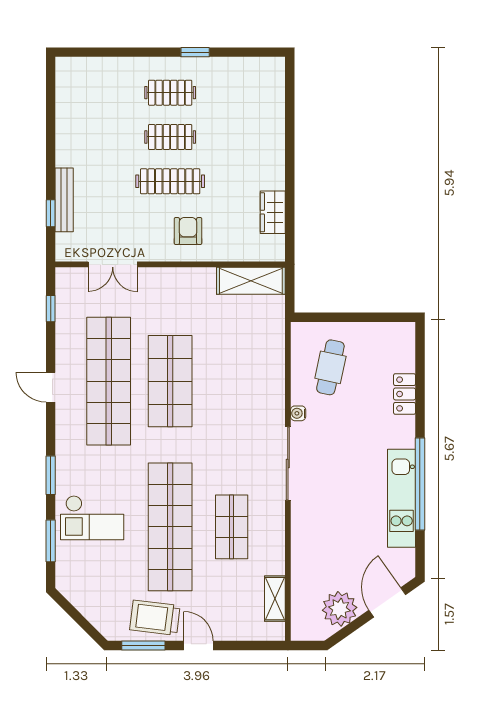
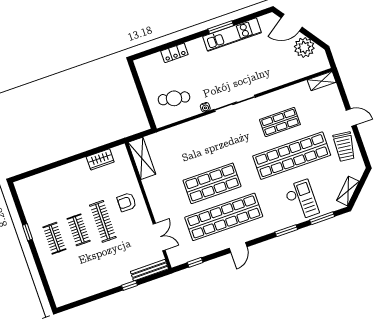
bench: (64, 200) -> (149, 270), moved
window: (51, 213) -> (129, 285), moved
window: (420, 484) -> (221, 27), width x0.47
shelving: (80, 599) -> (348, 191), added
shelving: (275, 599) -> (322, 81), moved
window: (143, 646) -> (362, 148), removed
door: (198, 646) -> (351, 118), swing flipped

